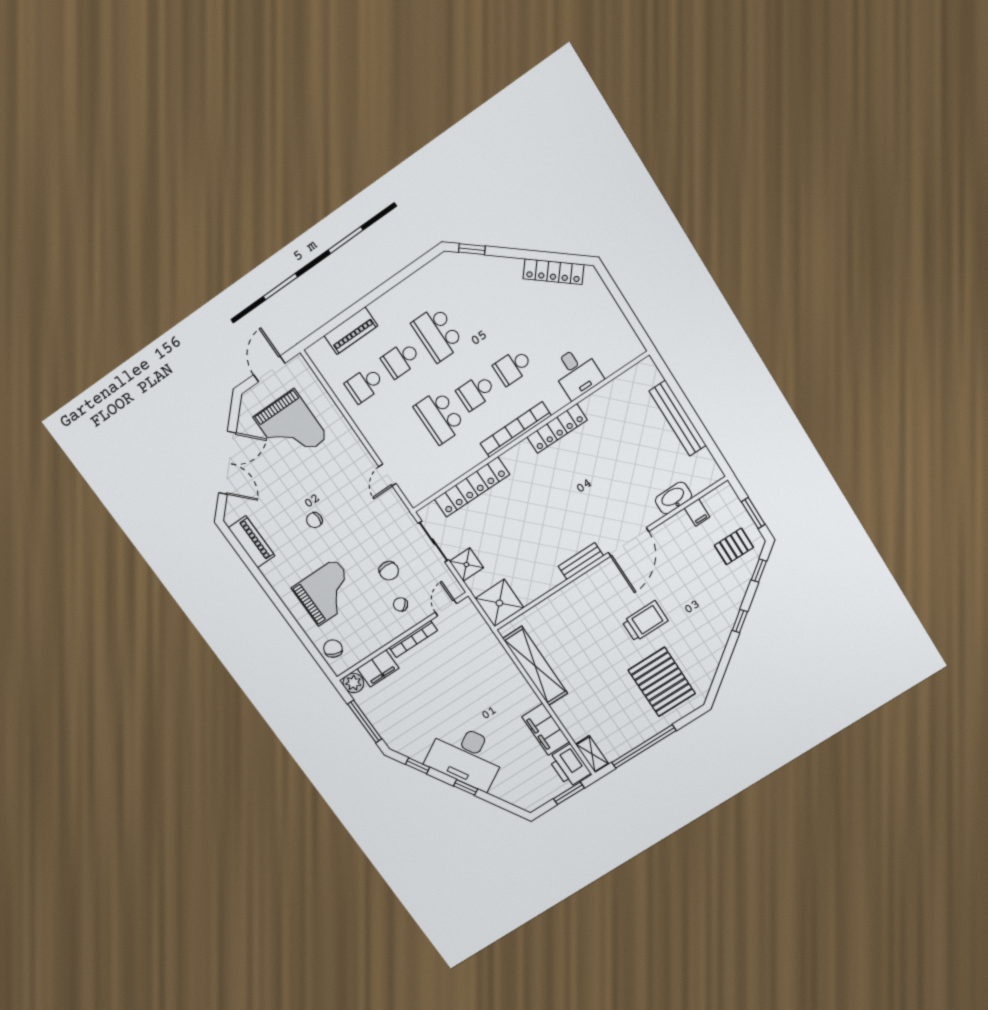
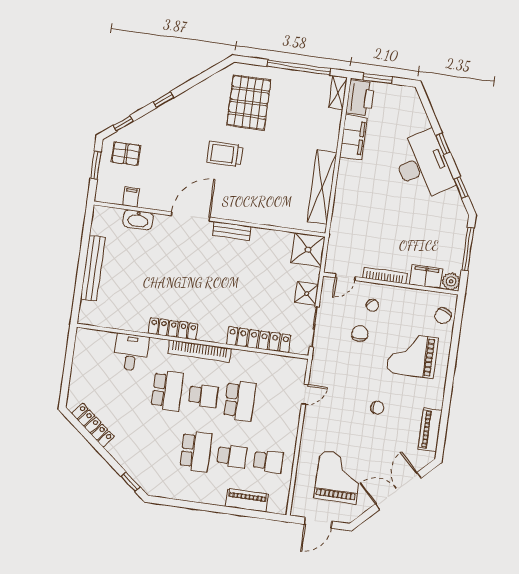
school desk: (513, 367) -> (167, 391), width x1.85

